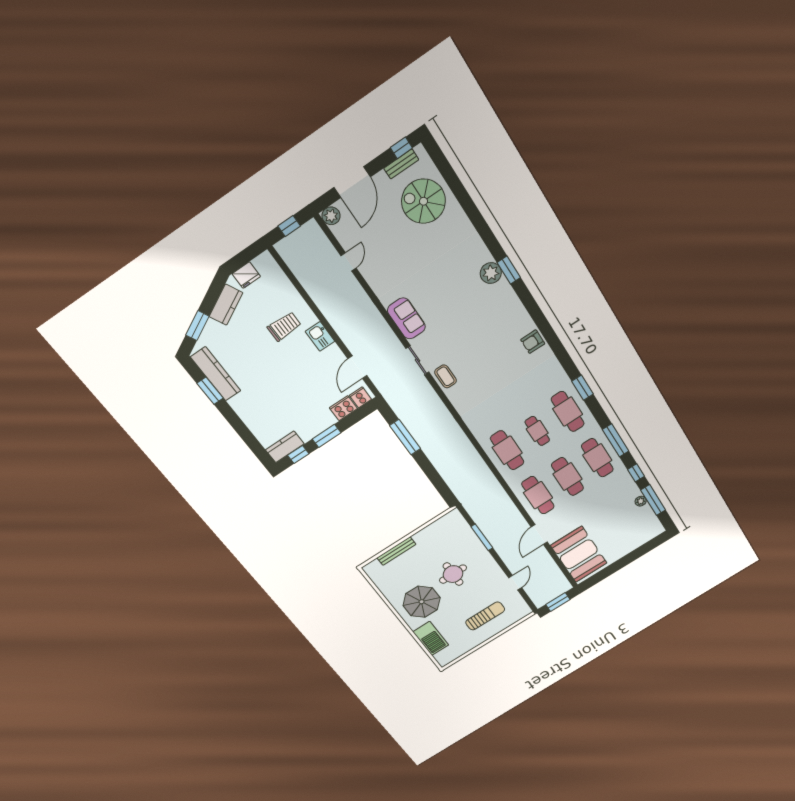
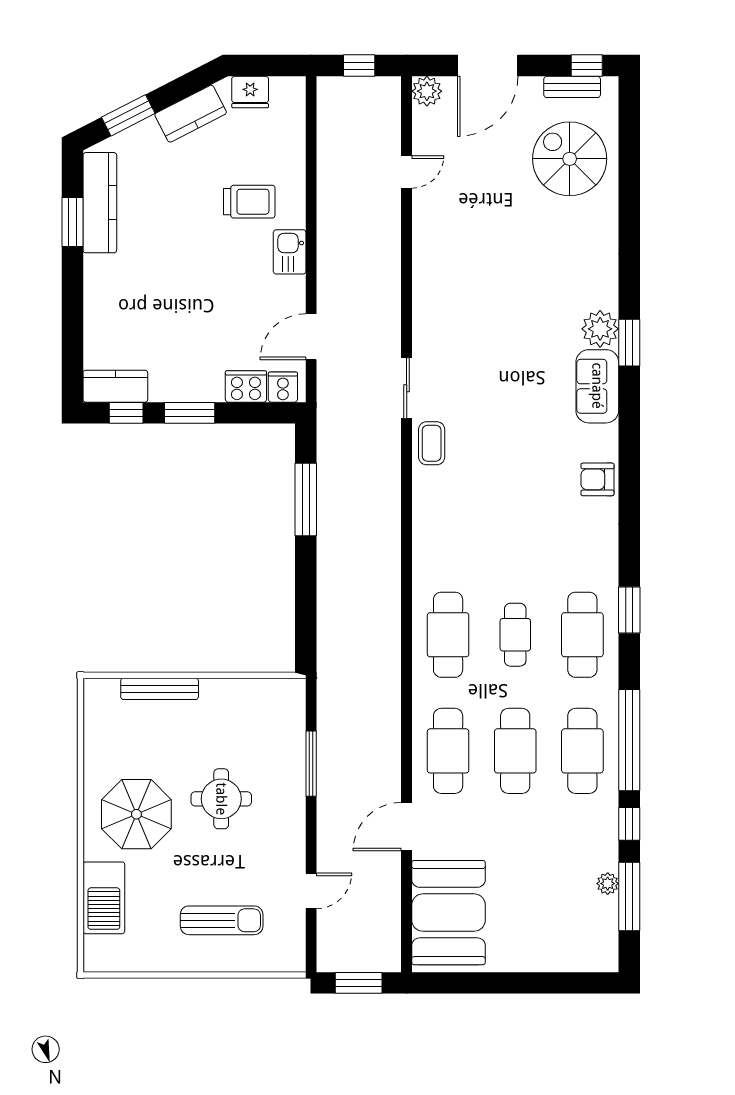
sofa: (406, 318) -> (597, 386), moved, turned 180
window: (616, 440) -> (629, 740), width x1.46

